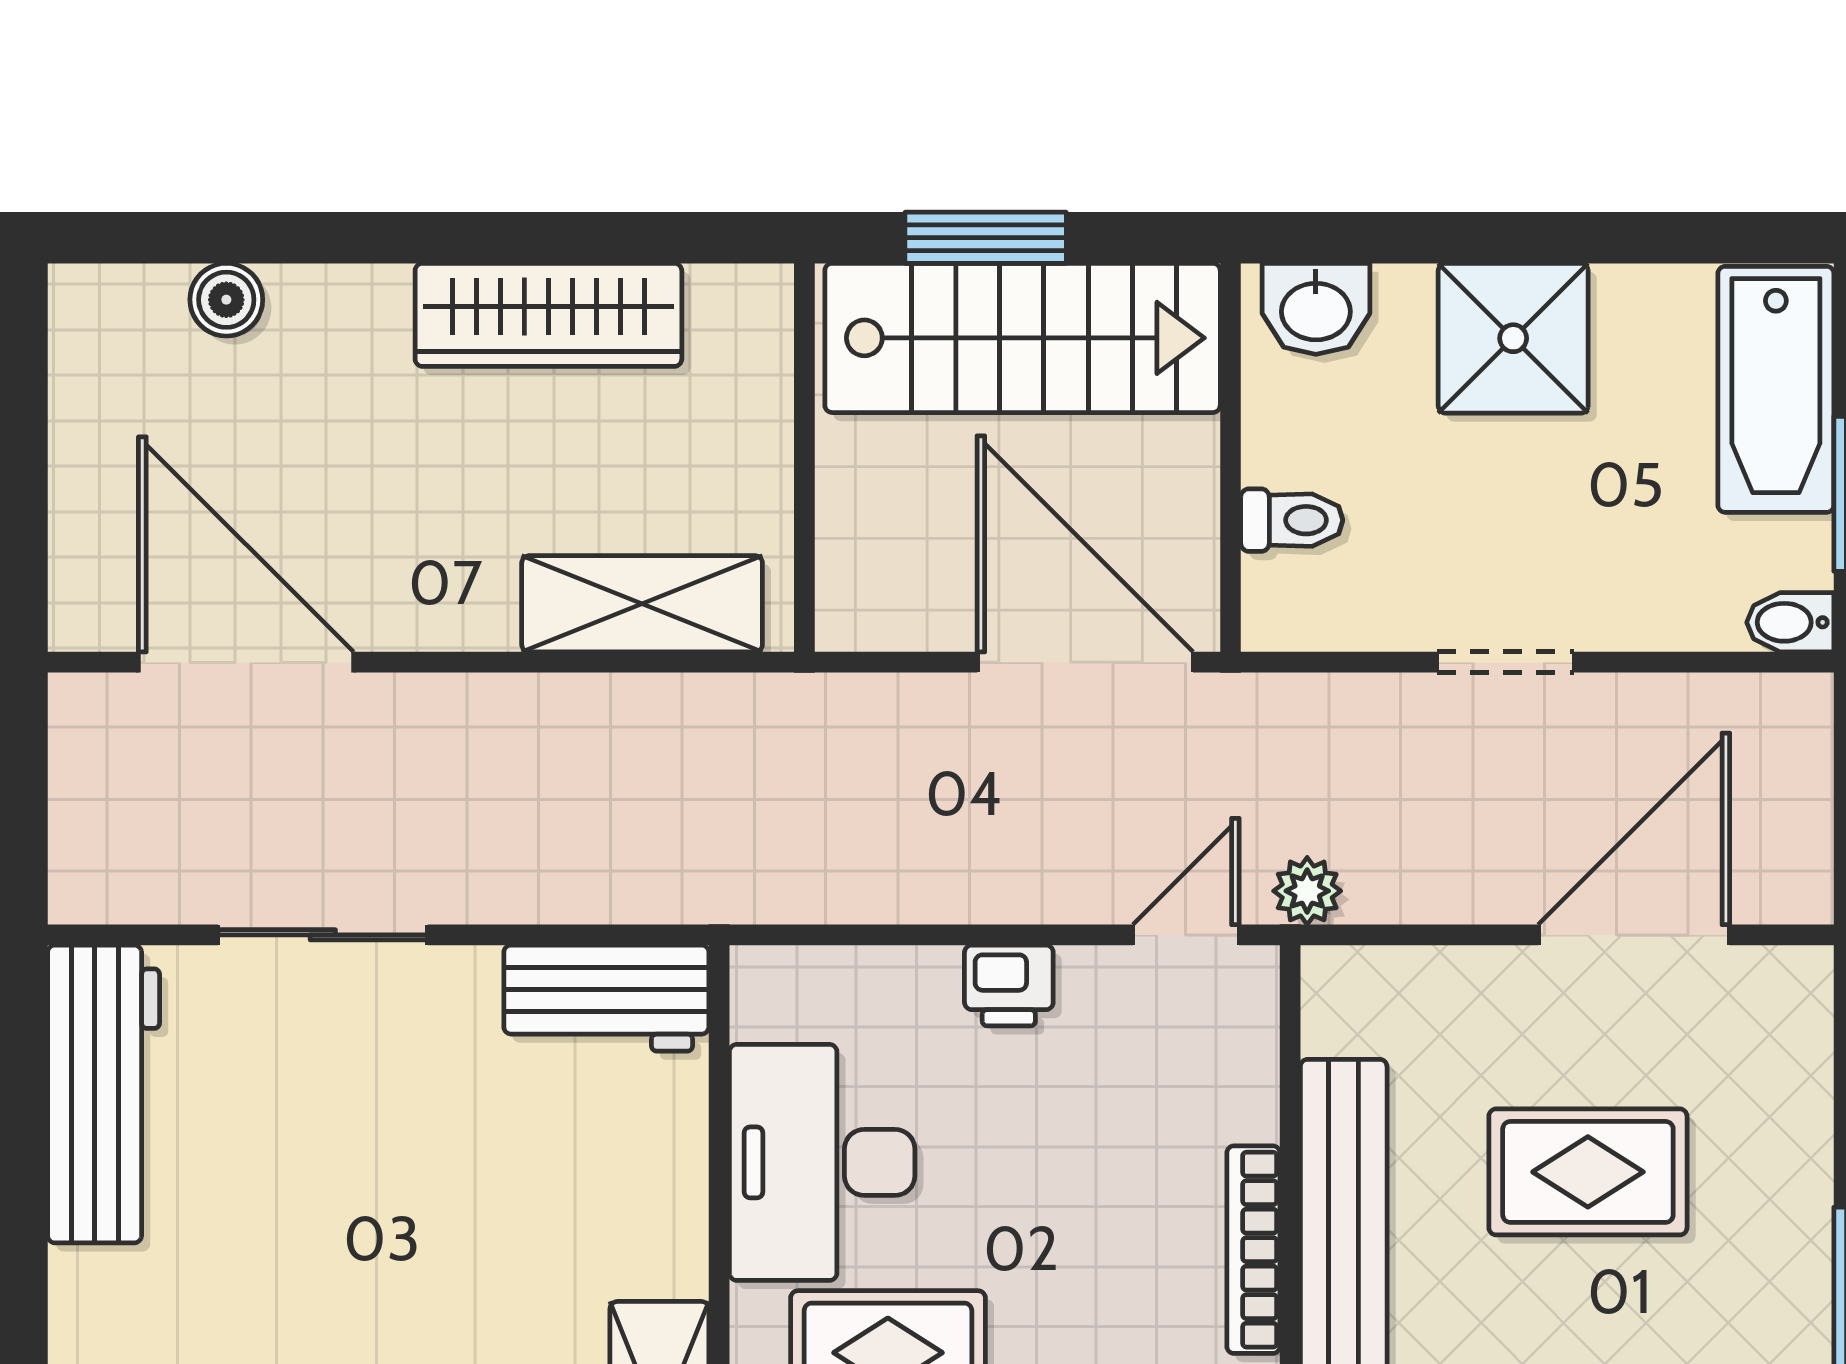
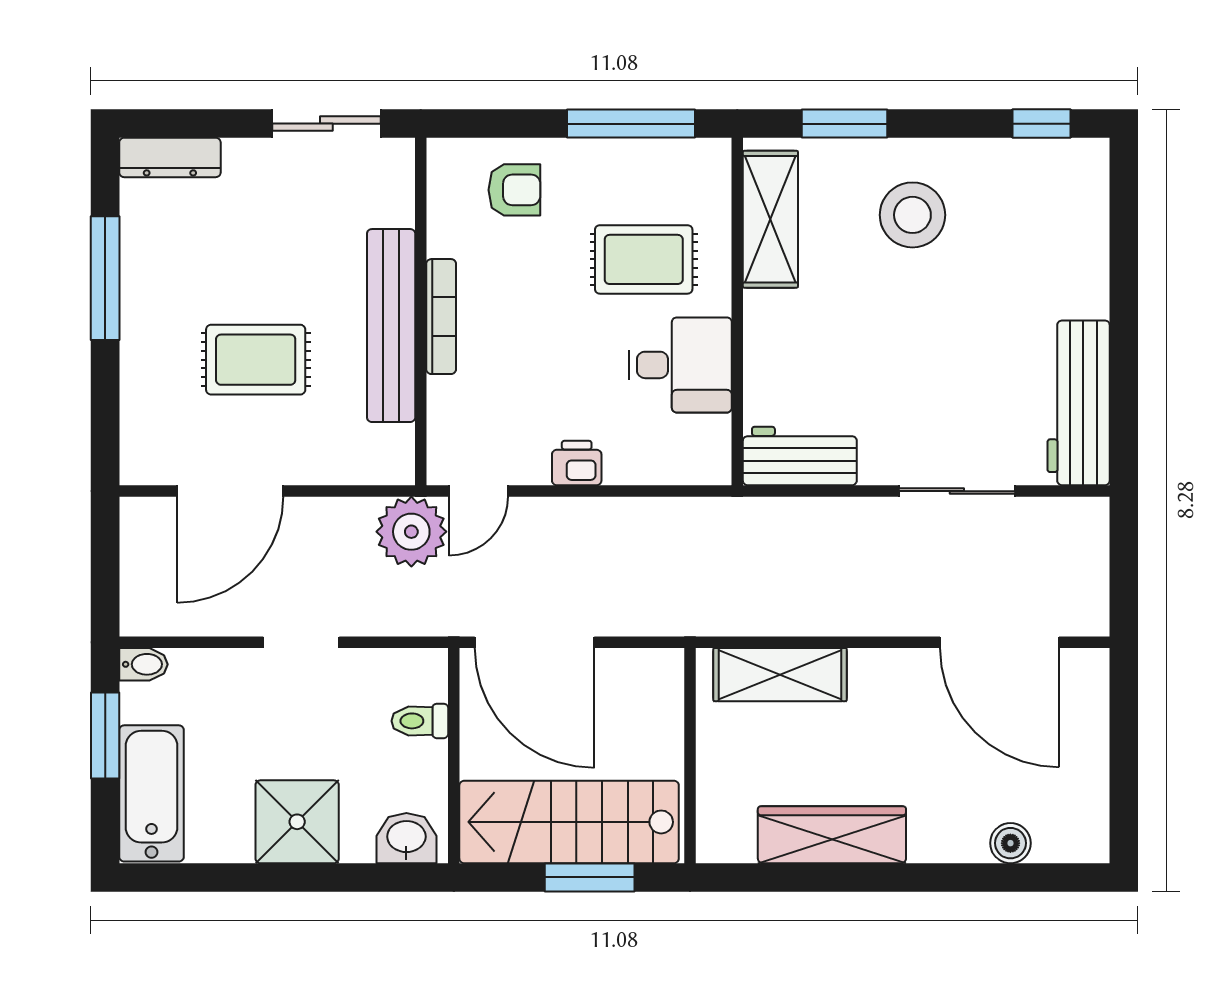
plant: (1307, 891) -> (411, 532), width x1.88, depth x1.88
desk: (822, 1162) -> (680, 365), width x0.73

